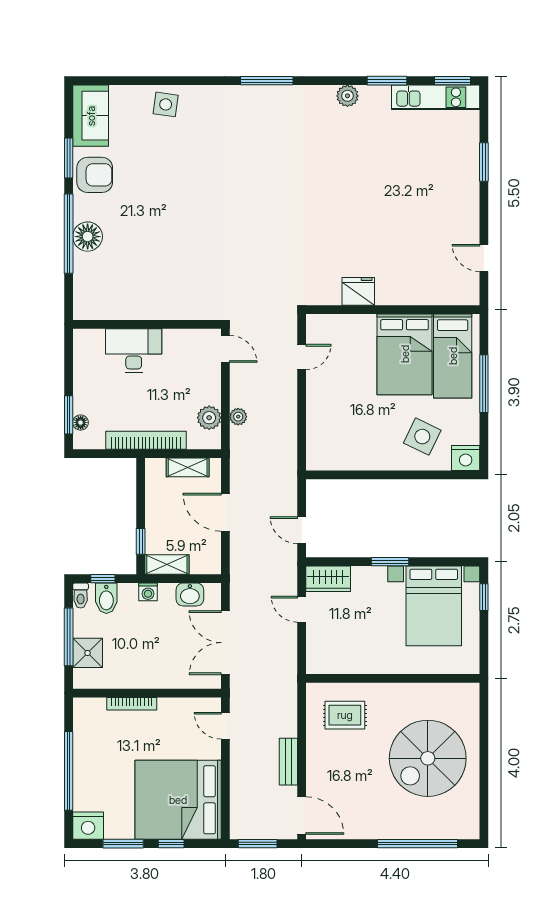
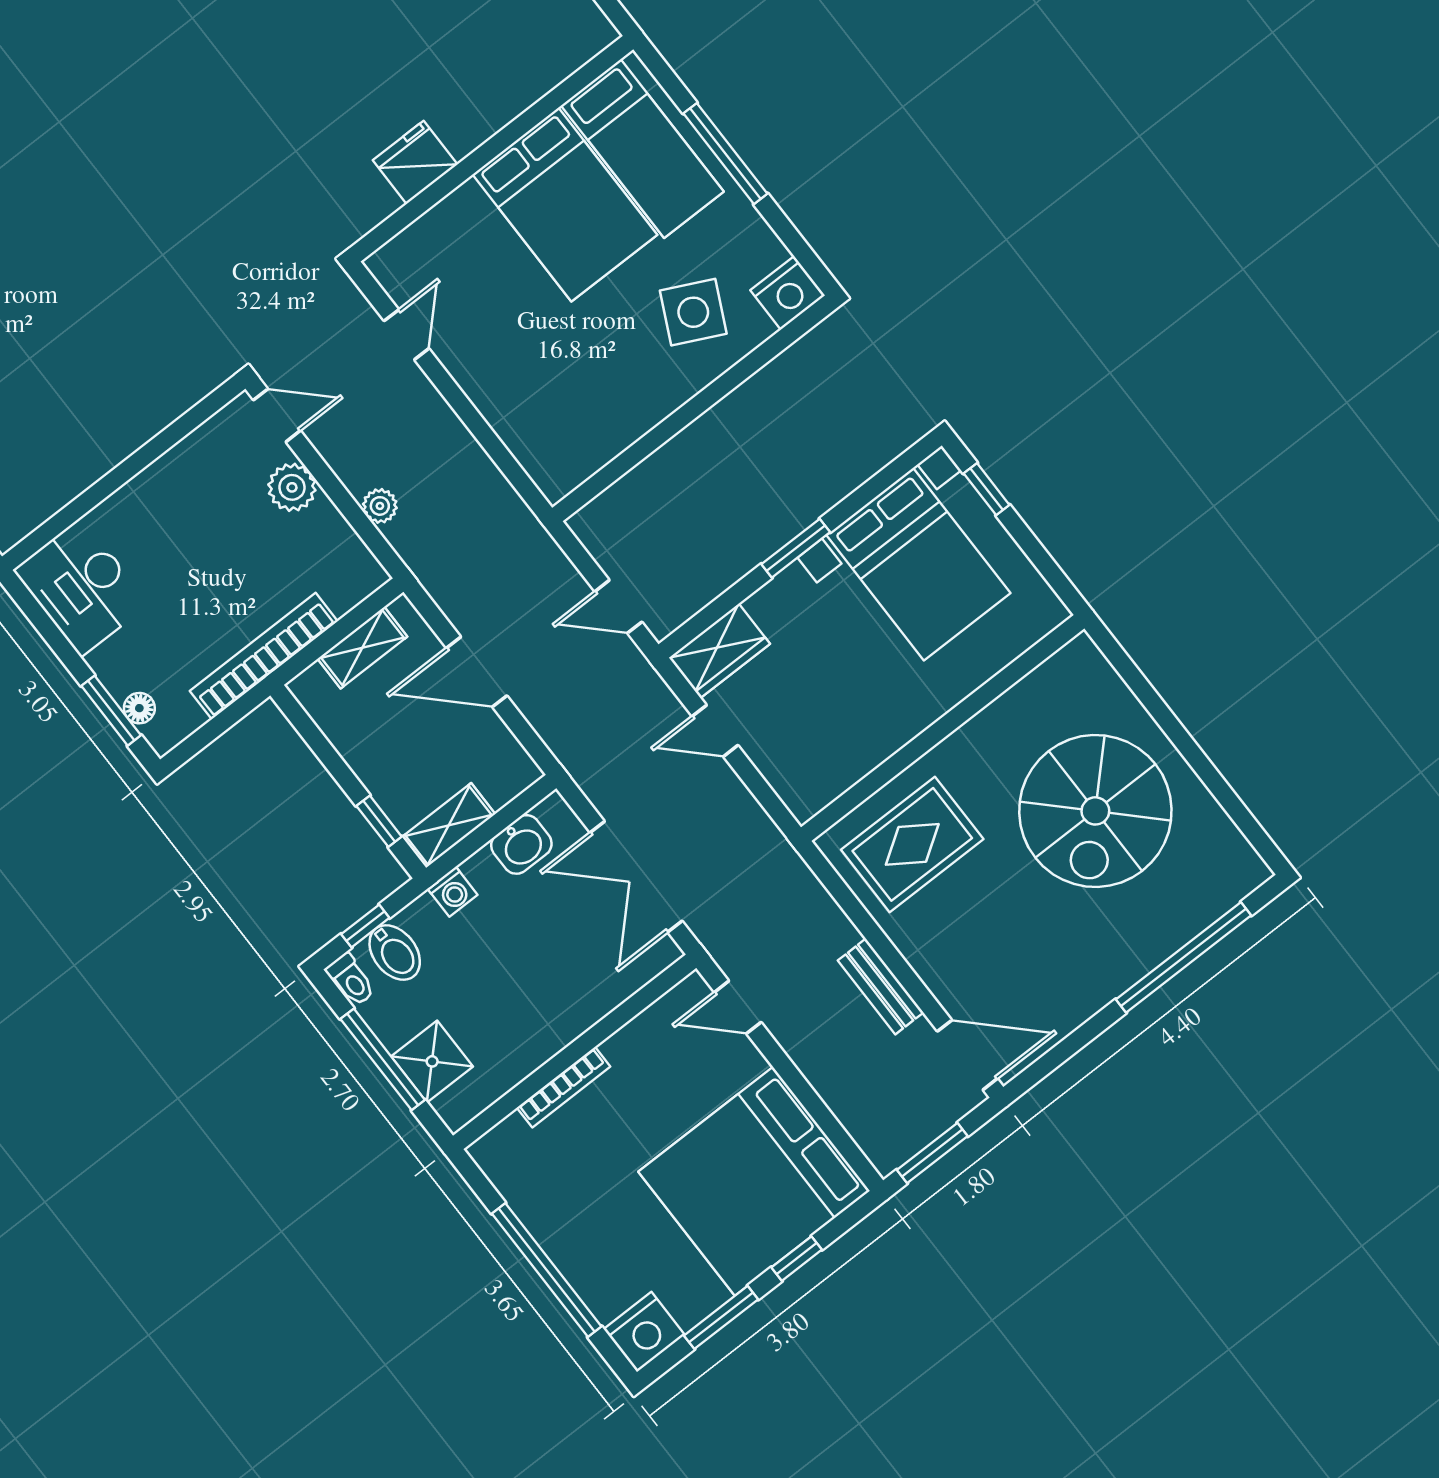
desk: (134, 351) -> (81, 587), moved, turned -90
plant: (209, 418) -> (292, 487), moved
rug: (345, 715) -> (912, 844), width x1.36, depth x1.43

